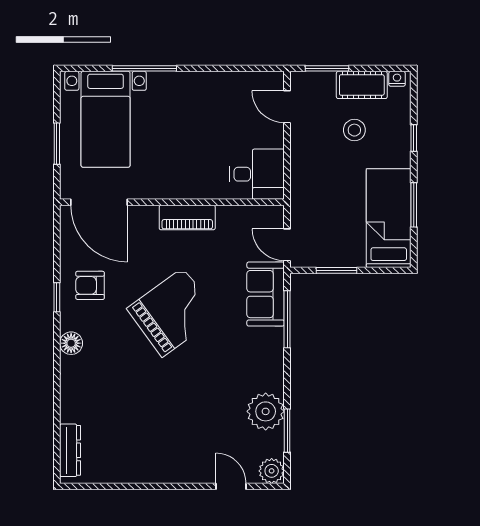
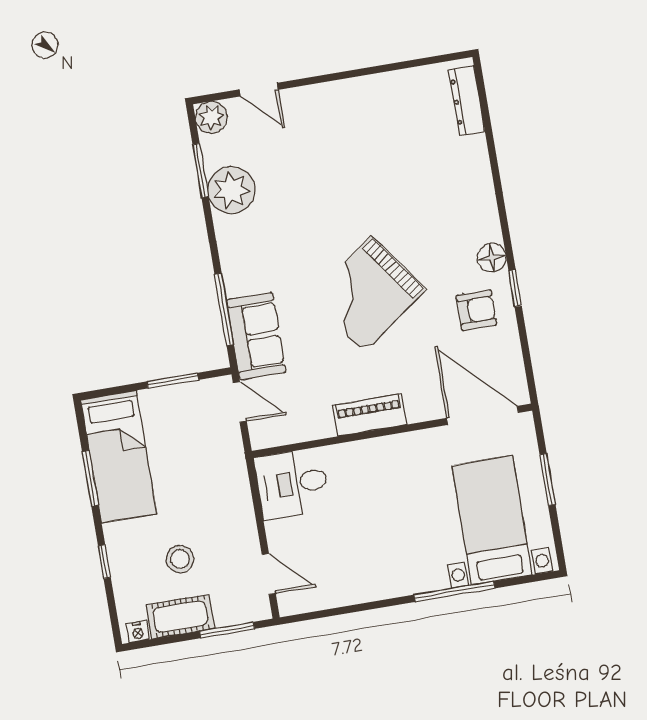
floor lamp: (71, 343) -> (492, 258), moved

